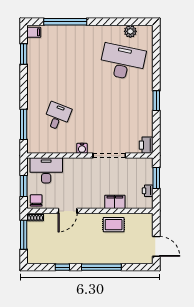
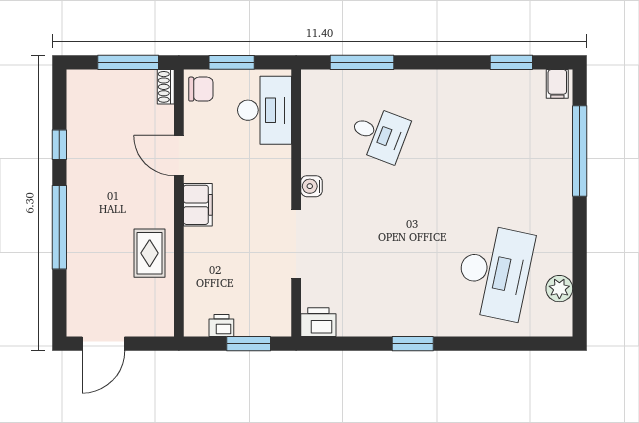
filing cabinet: (115, 202) -> (198, 205), moved

